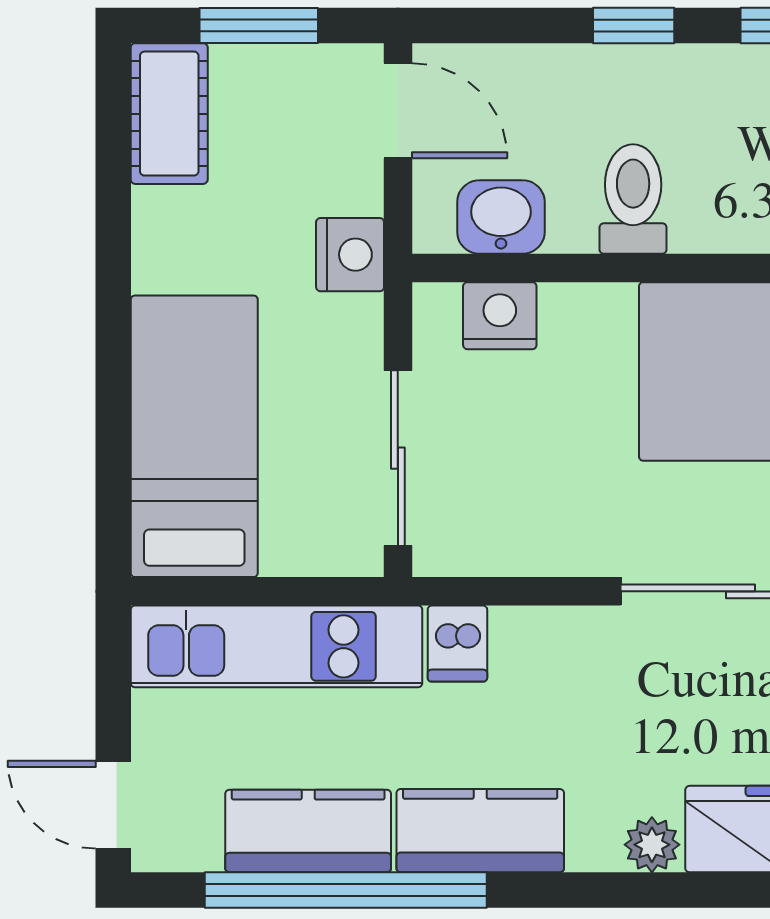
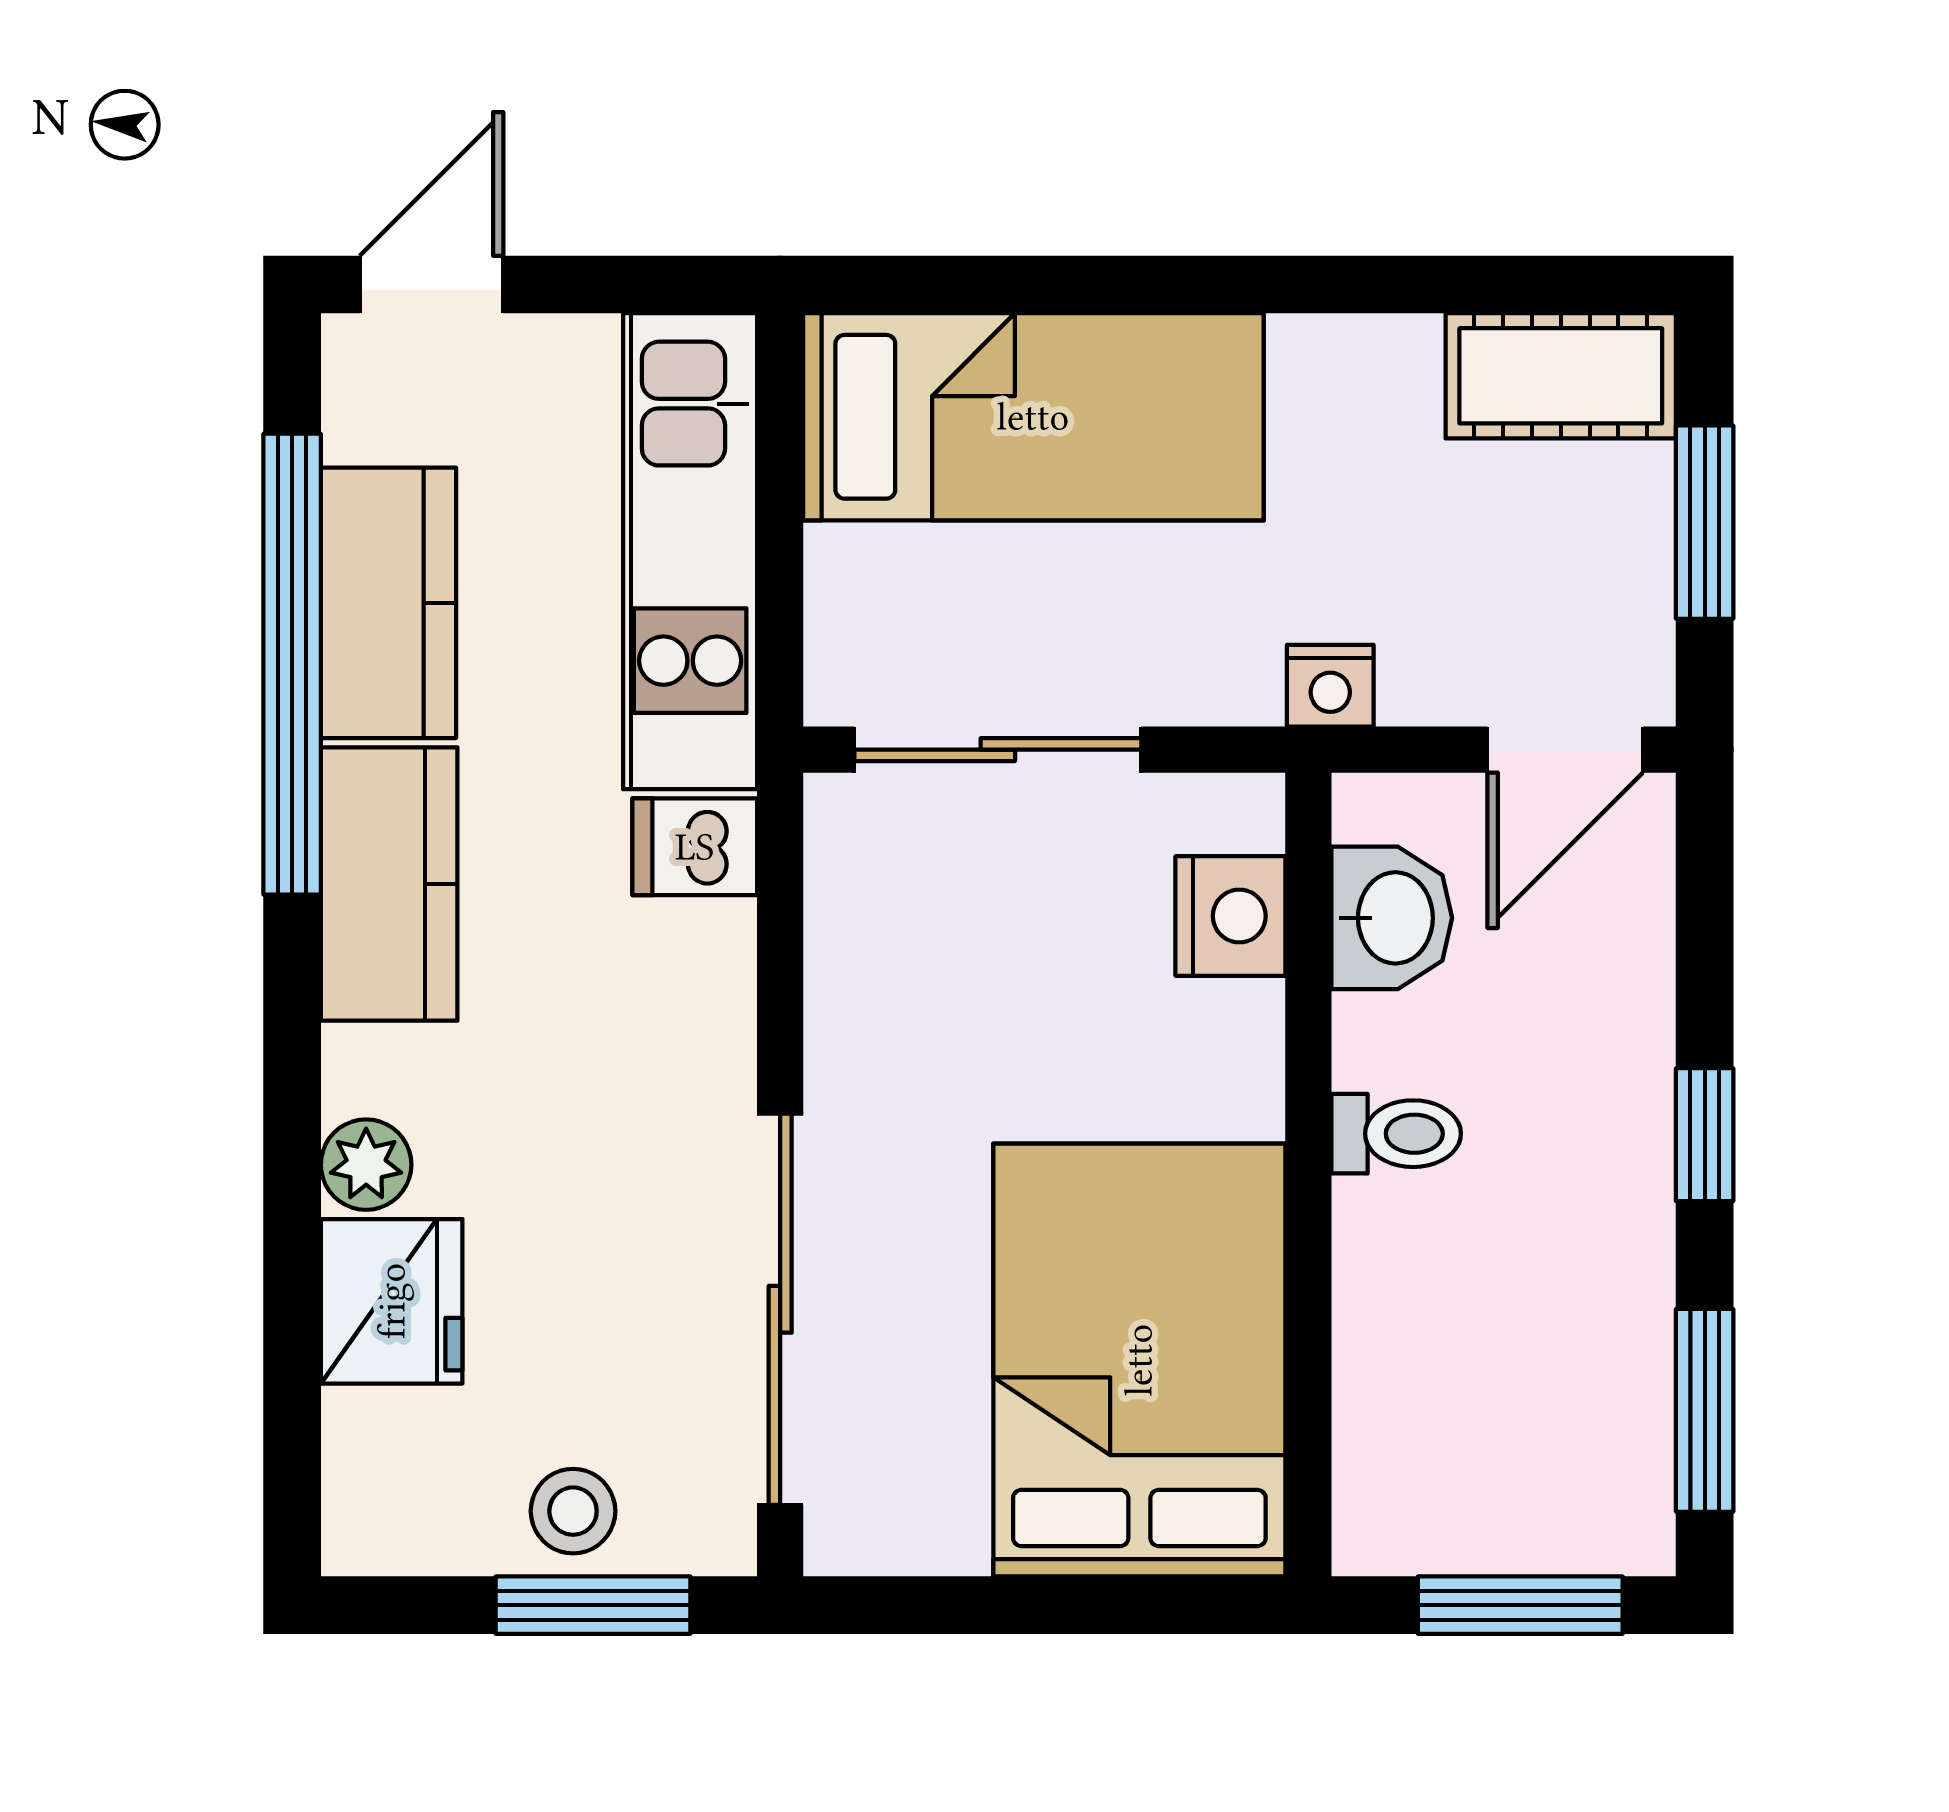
toilet: (633, 199) -> (1396, 1134), width x0.73, depth x0.72
nightstand: (350, 255) -> (1330, 686), width x0.72, depth x0.74

